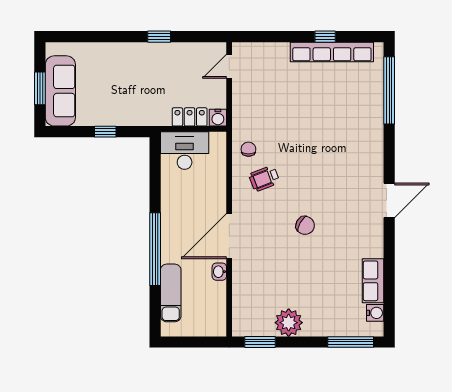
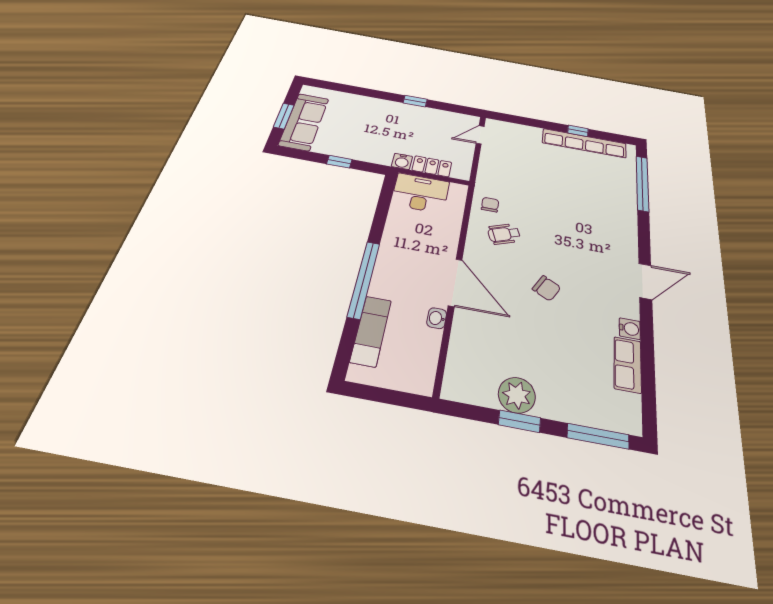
water cooler: (218, 118) -> (402, 161), moved
door: (229, 236) -> (455, 282), swing flipped
water cooler: (375, 313) -> (630, 329), moved
window: (260, 342) -> (519, 421), moved

